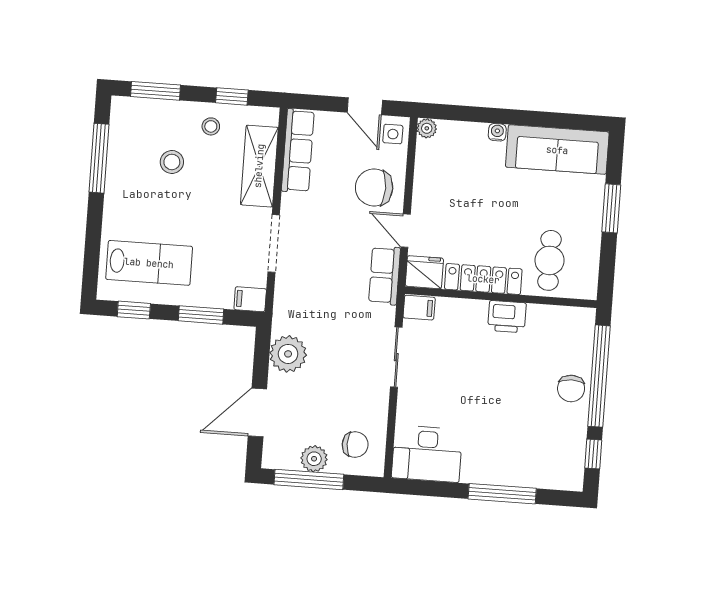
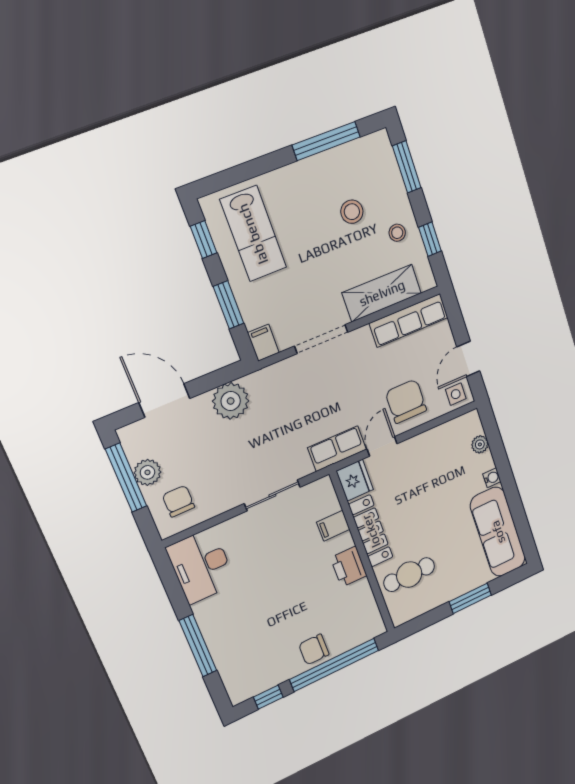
plant: (427, 128) -> (480, 444), moved
filing cabinet: (419, 308) -> (333, 526), moved, turned 90
chair: (355, 445) -> (179, 501), turned 180

